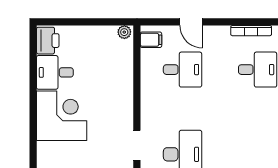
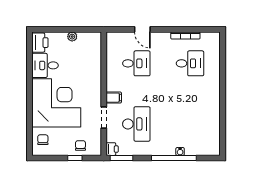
plant: (124, 32) -> (72, 37), moved
filing cabinet: (151, 40) -> (114, 98), moved
corner desk: (62, 116) -> (56, 103), width x1.36, depth x1.36

